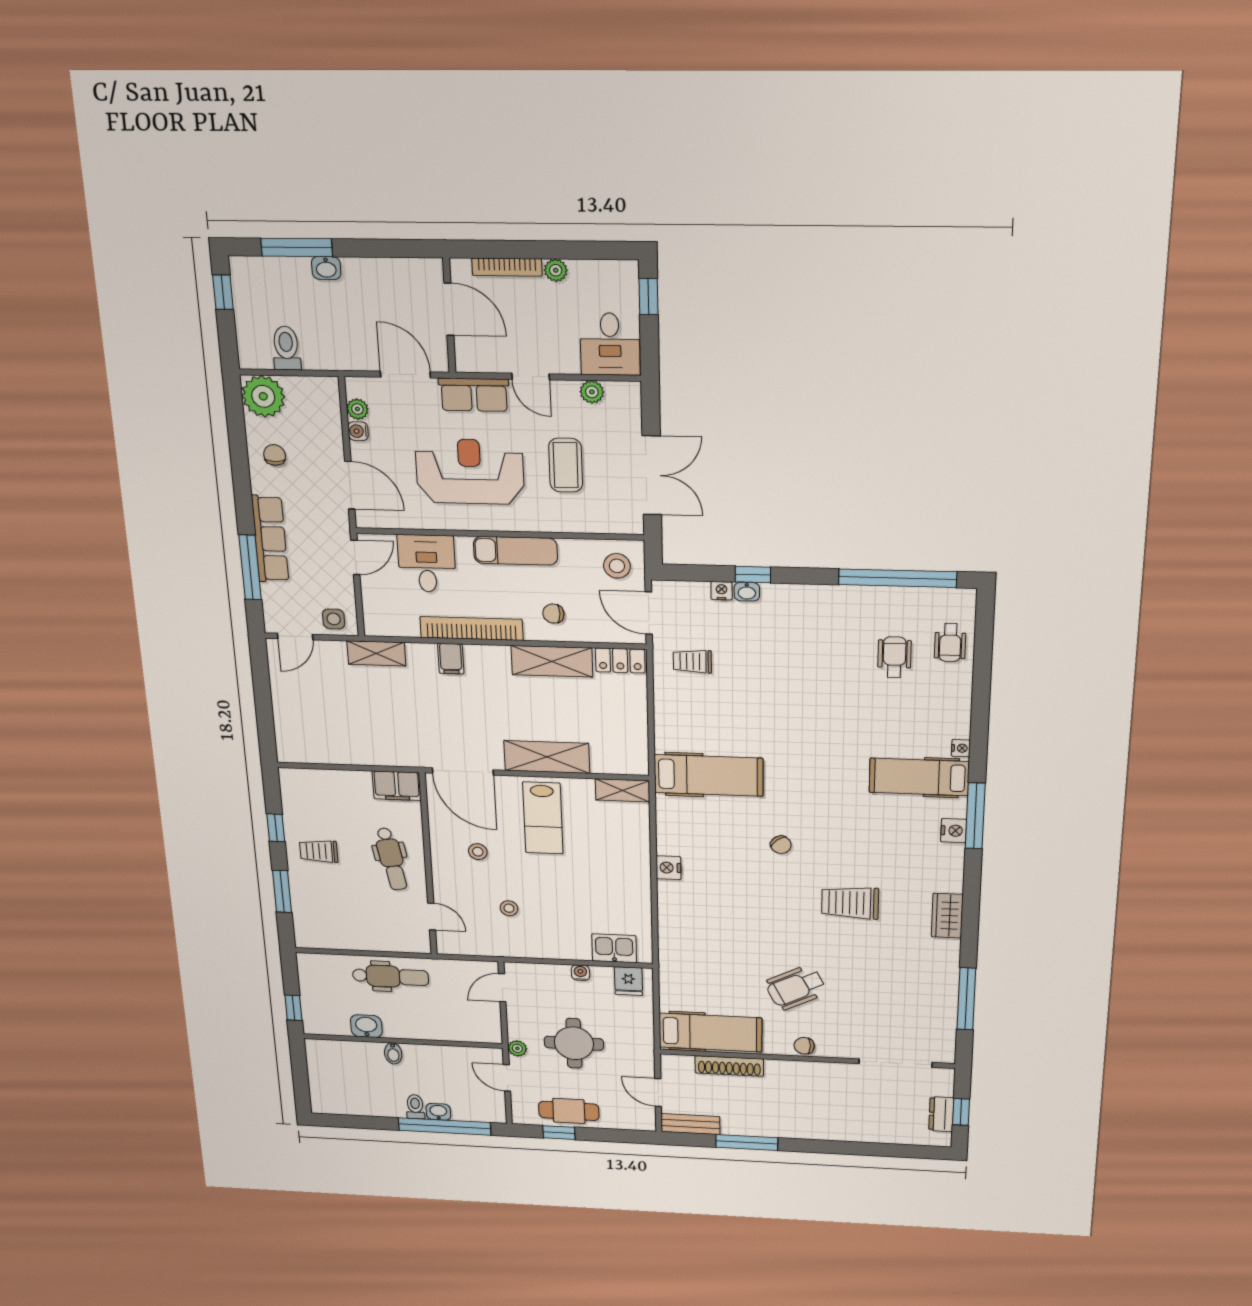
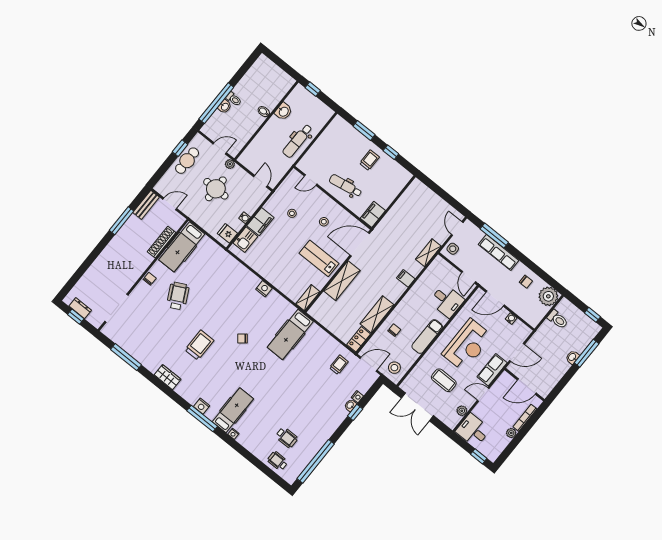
plant: (357, 409) -> (519, 325), removed
bookcase: (471, 628) -> (411, 296), removed
filing cabinet: (565, 946) -> (260, 222), added

